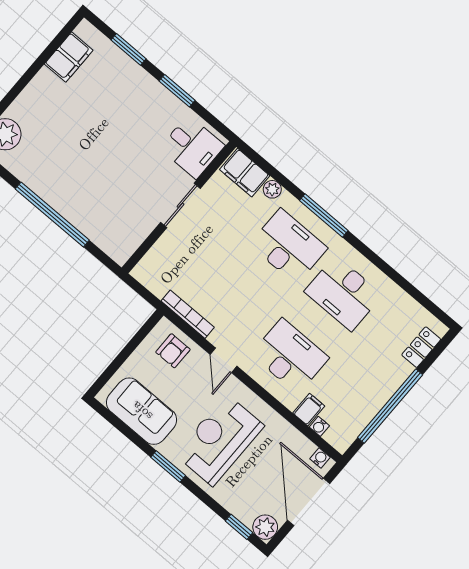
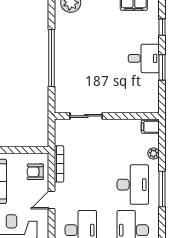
window: (128, 49) -> (162, 27), width x0.67
desk: (192, 147) -> (144, 58), moved, turned -90
filing cabinet: (245, 173) -> (150, 127), width x0.50
sliding door: (180, 205) -> (86, 116), moved

